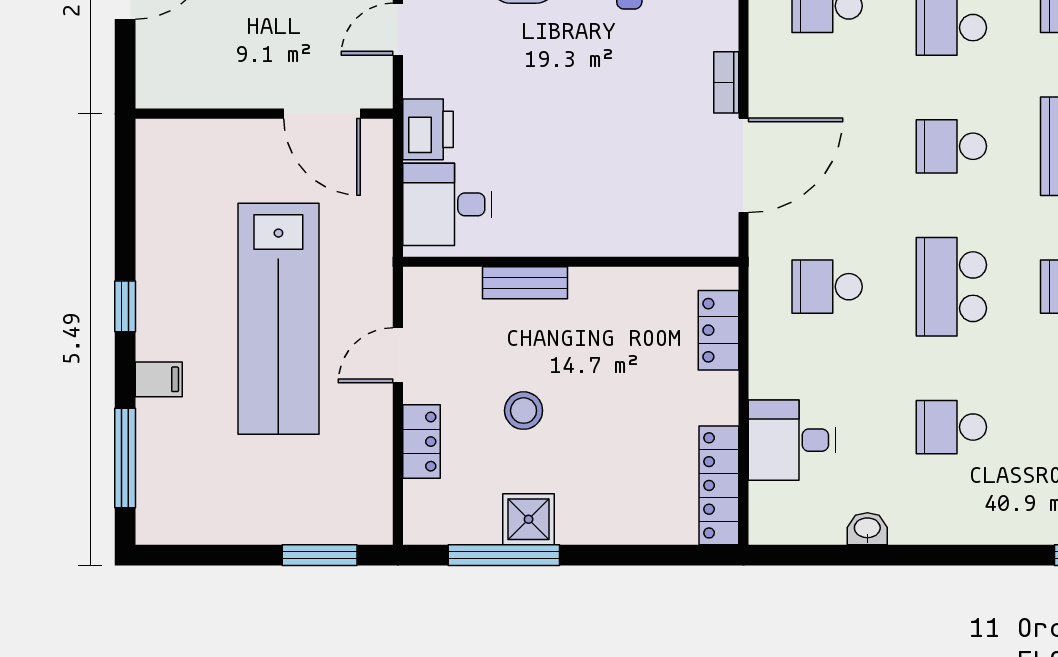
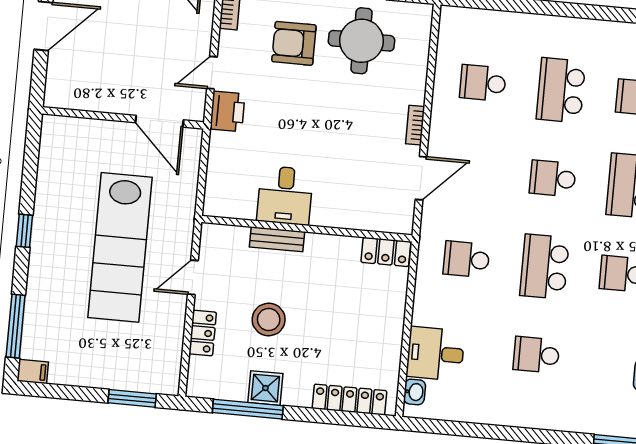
printer: (428, 129) -> (227, 111), moved
door: (744, 165) -> (421, 178), width x0.73
desk: (447, 204) -> (285, 195), moved, turned -90
locker: (718, 330) -> (386, 252), moved, turned -90
filing cabinet: (159, 379) -> (33, 372), moved
stool: (524, 411) -> (269, 319), width x1.38, depth x1.38
locker: (719, 485) -> (349, 400), moved, turned 90
washbasin: (867, 529) -> (415, 392), moved, turned 90

